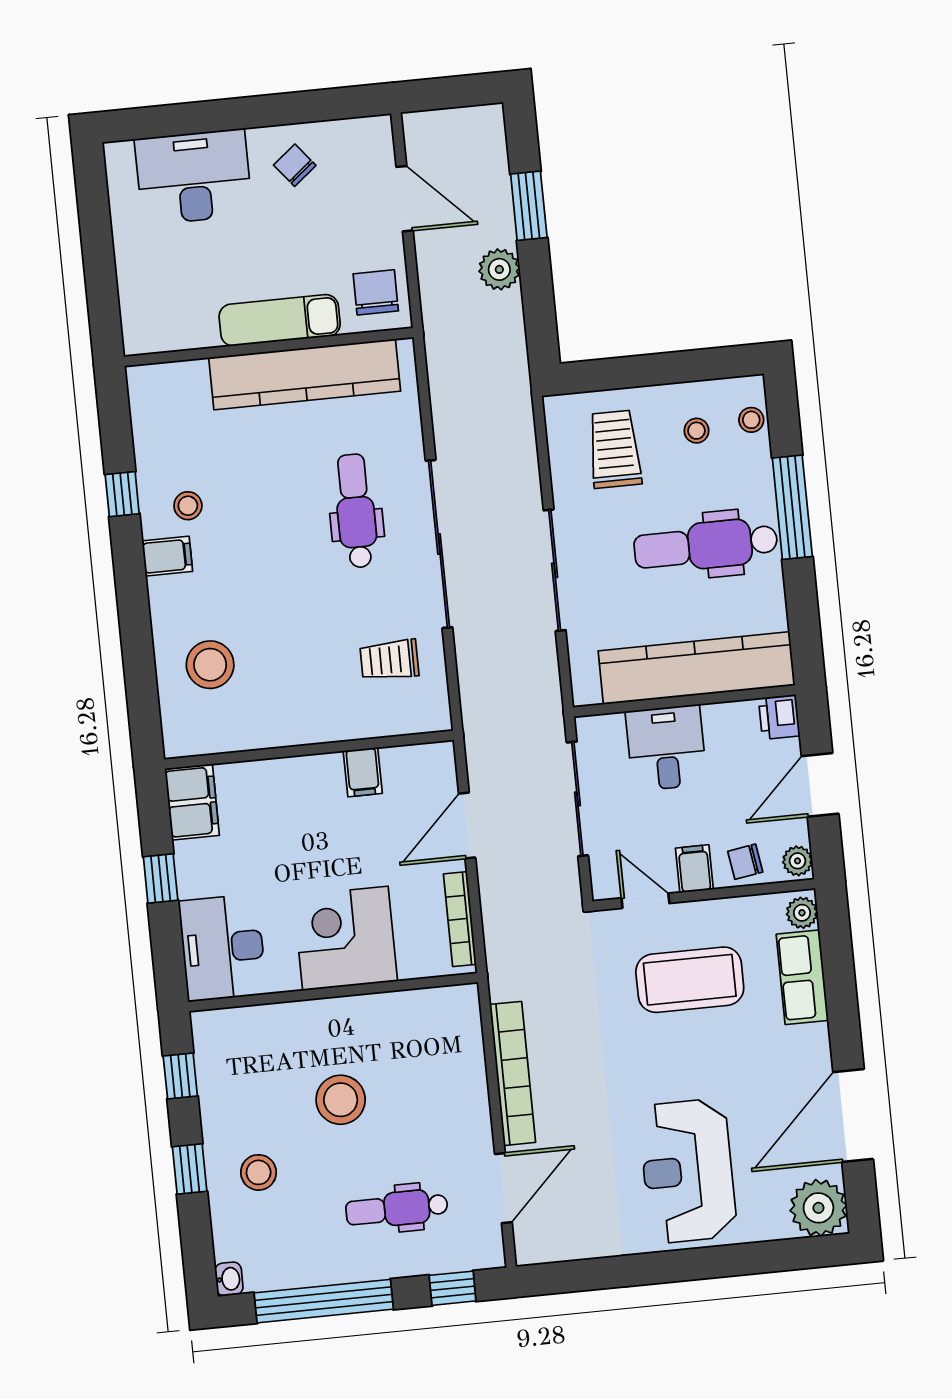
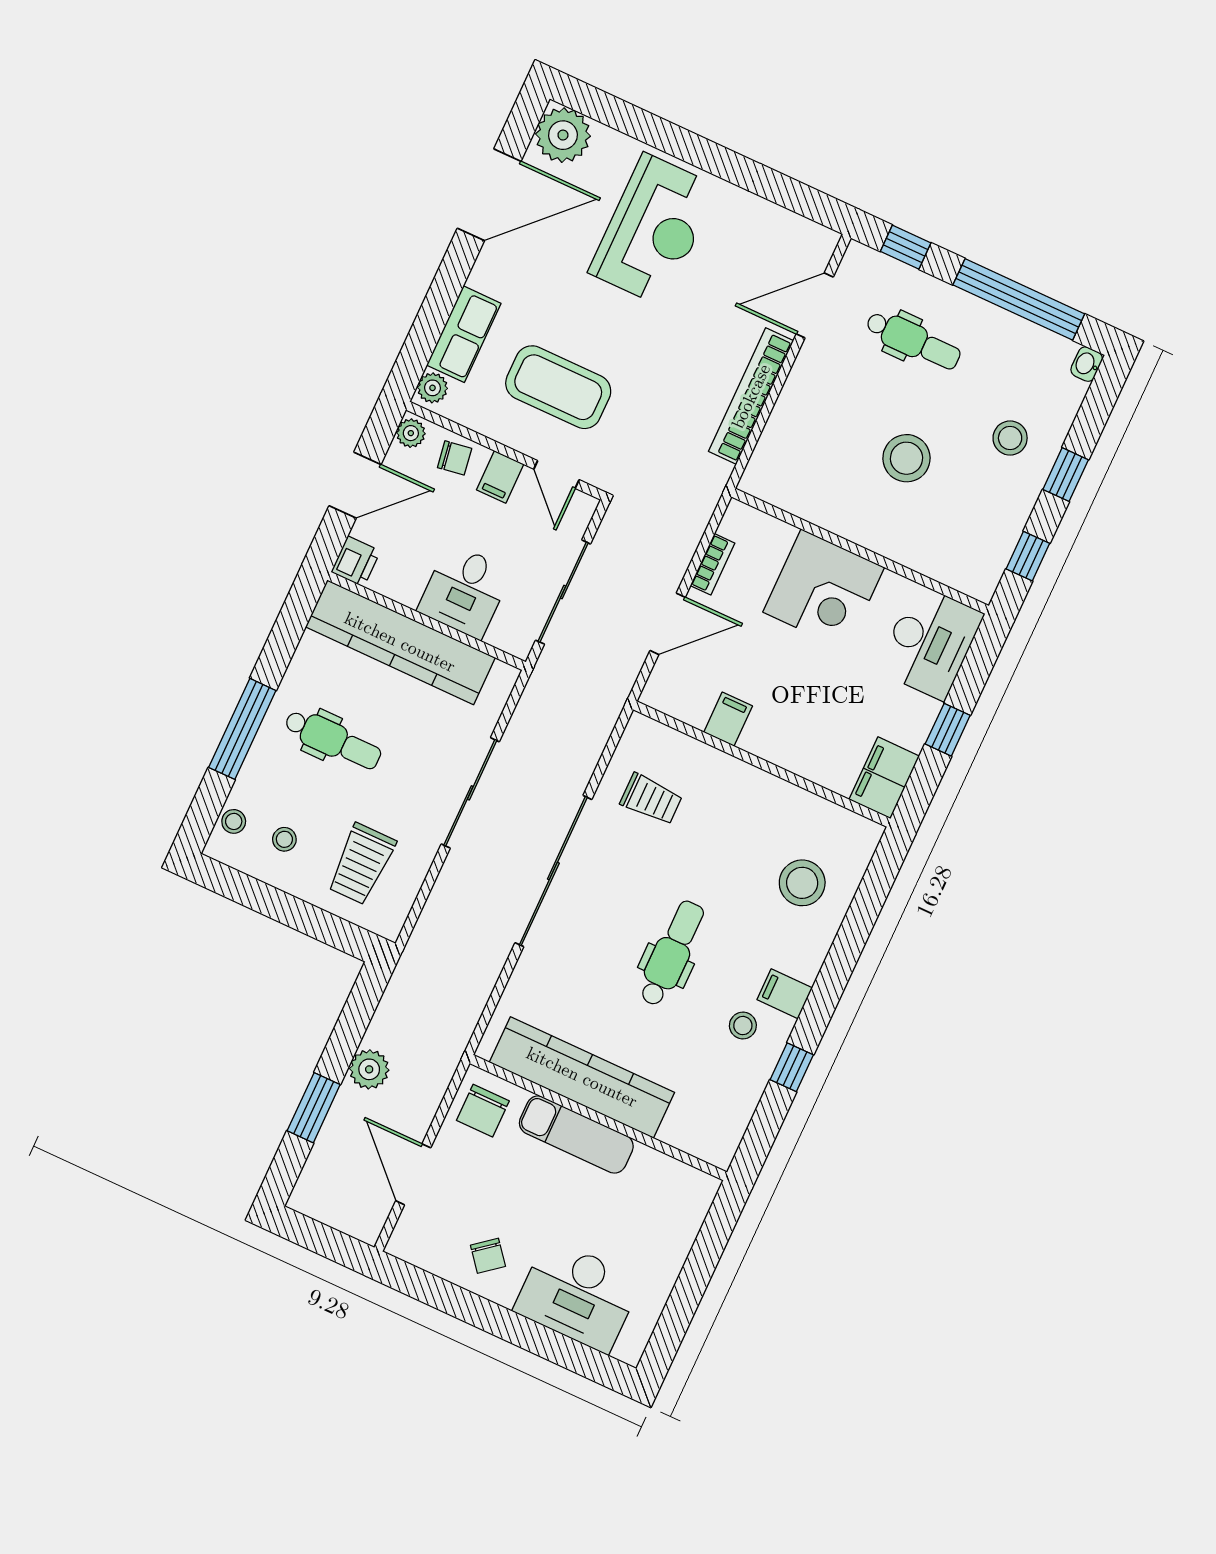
dental chair: (356, 511) -> (672, 953), moved, turned 180
dental chair: (706, 545) -> (333, 740), width x0.73, depth x0.72
bookcase: (460, 919) -> (713, 564), width x0.64

